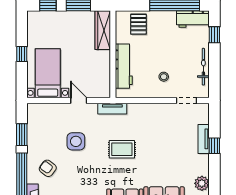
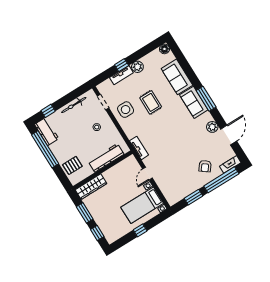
side table: (76, 141) -> (126, 110), moved
rug: (122, 149) -> (151, 102), moved
plant: (202, 183) -> (137, 67), moved

